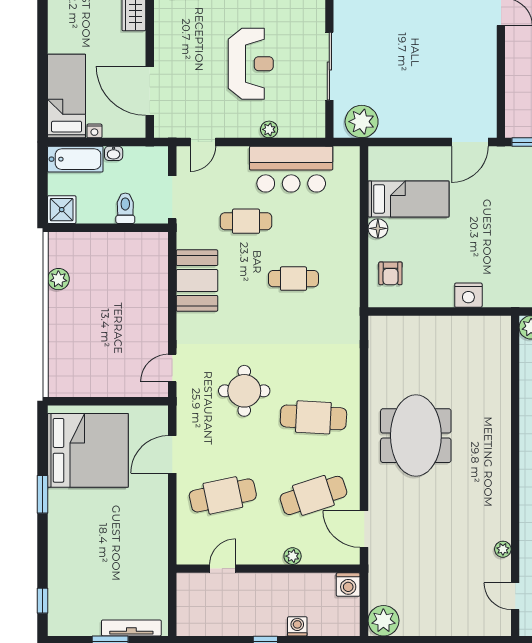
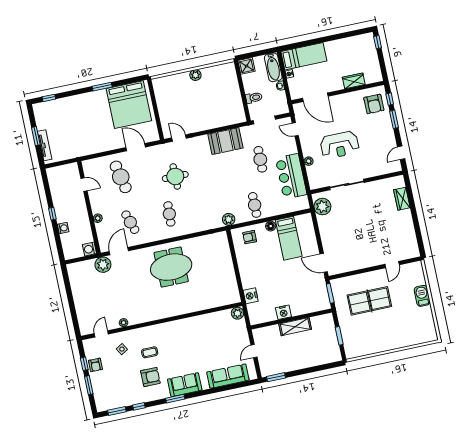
door: (150, 91) -> (315, 97), swing flipped
plant: (58, 279) -> (195, 75), moved
cafe table: (293, 279) -> (255, 205), moved
nightstand: (468, 295) -> (251, 296), moved
plant: (348, 306) -> (229, 219), added
cafe table: (313, 417) -> (169, 214), width x0.73, depth x0.74
cafe table: (313, 495) -> (130, 222), width x0.73, depth x0.74
plant: (383, 621) -> (103, 265), moved

